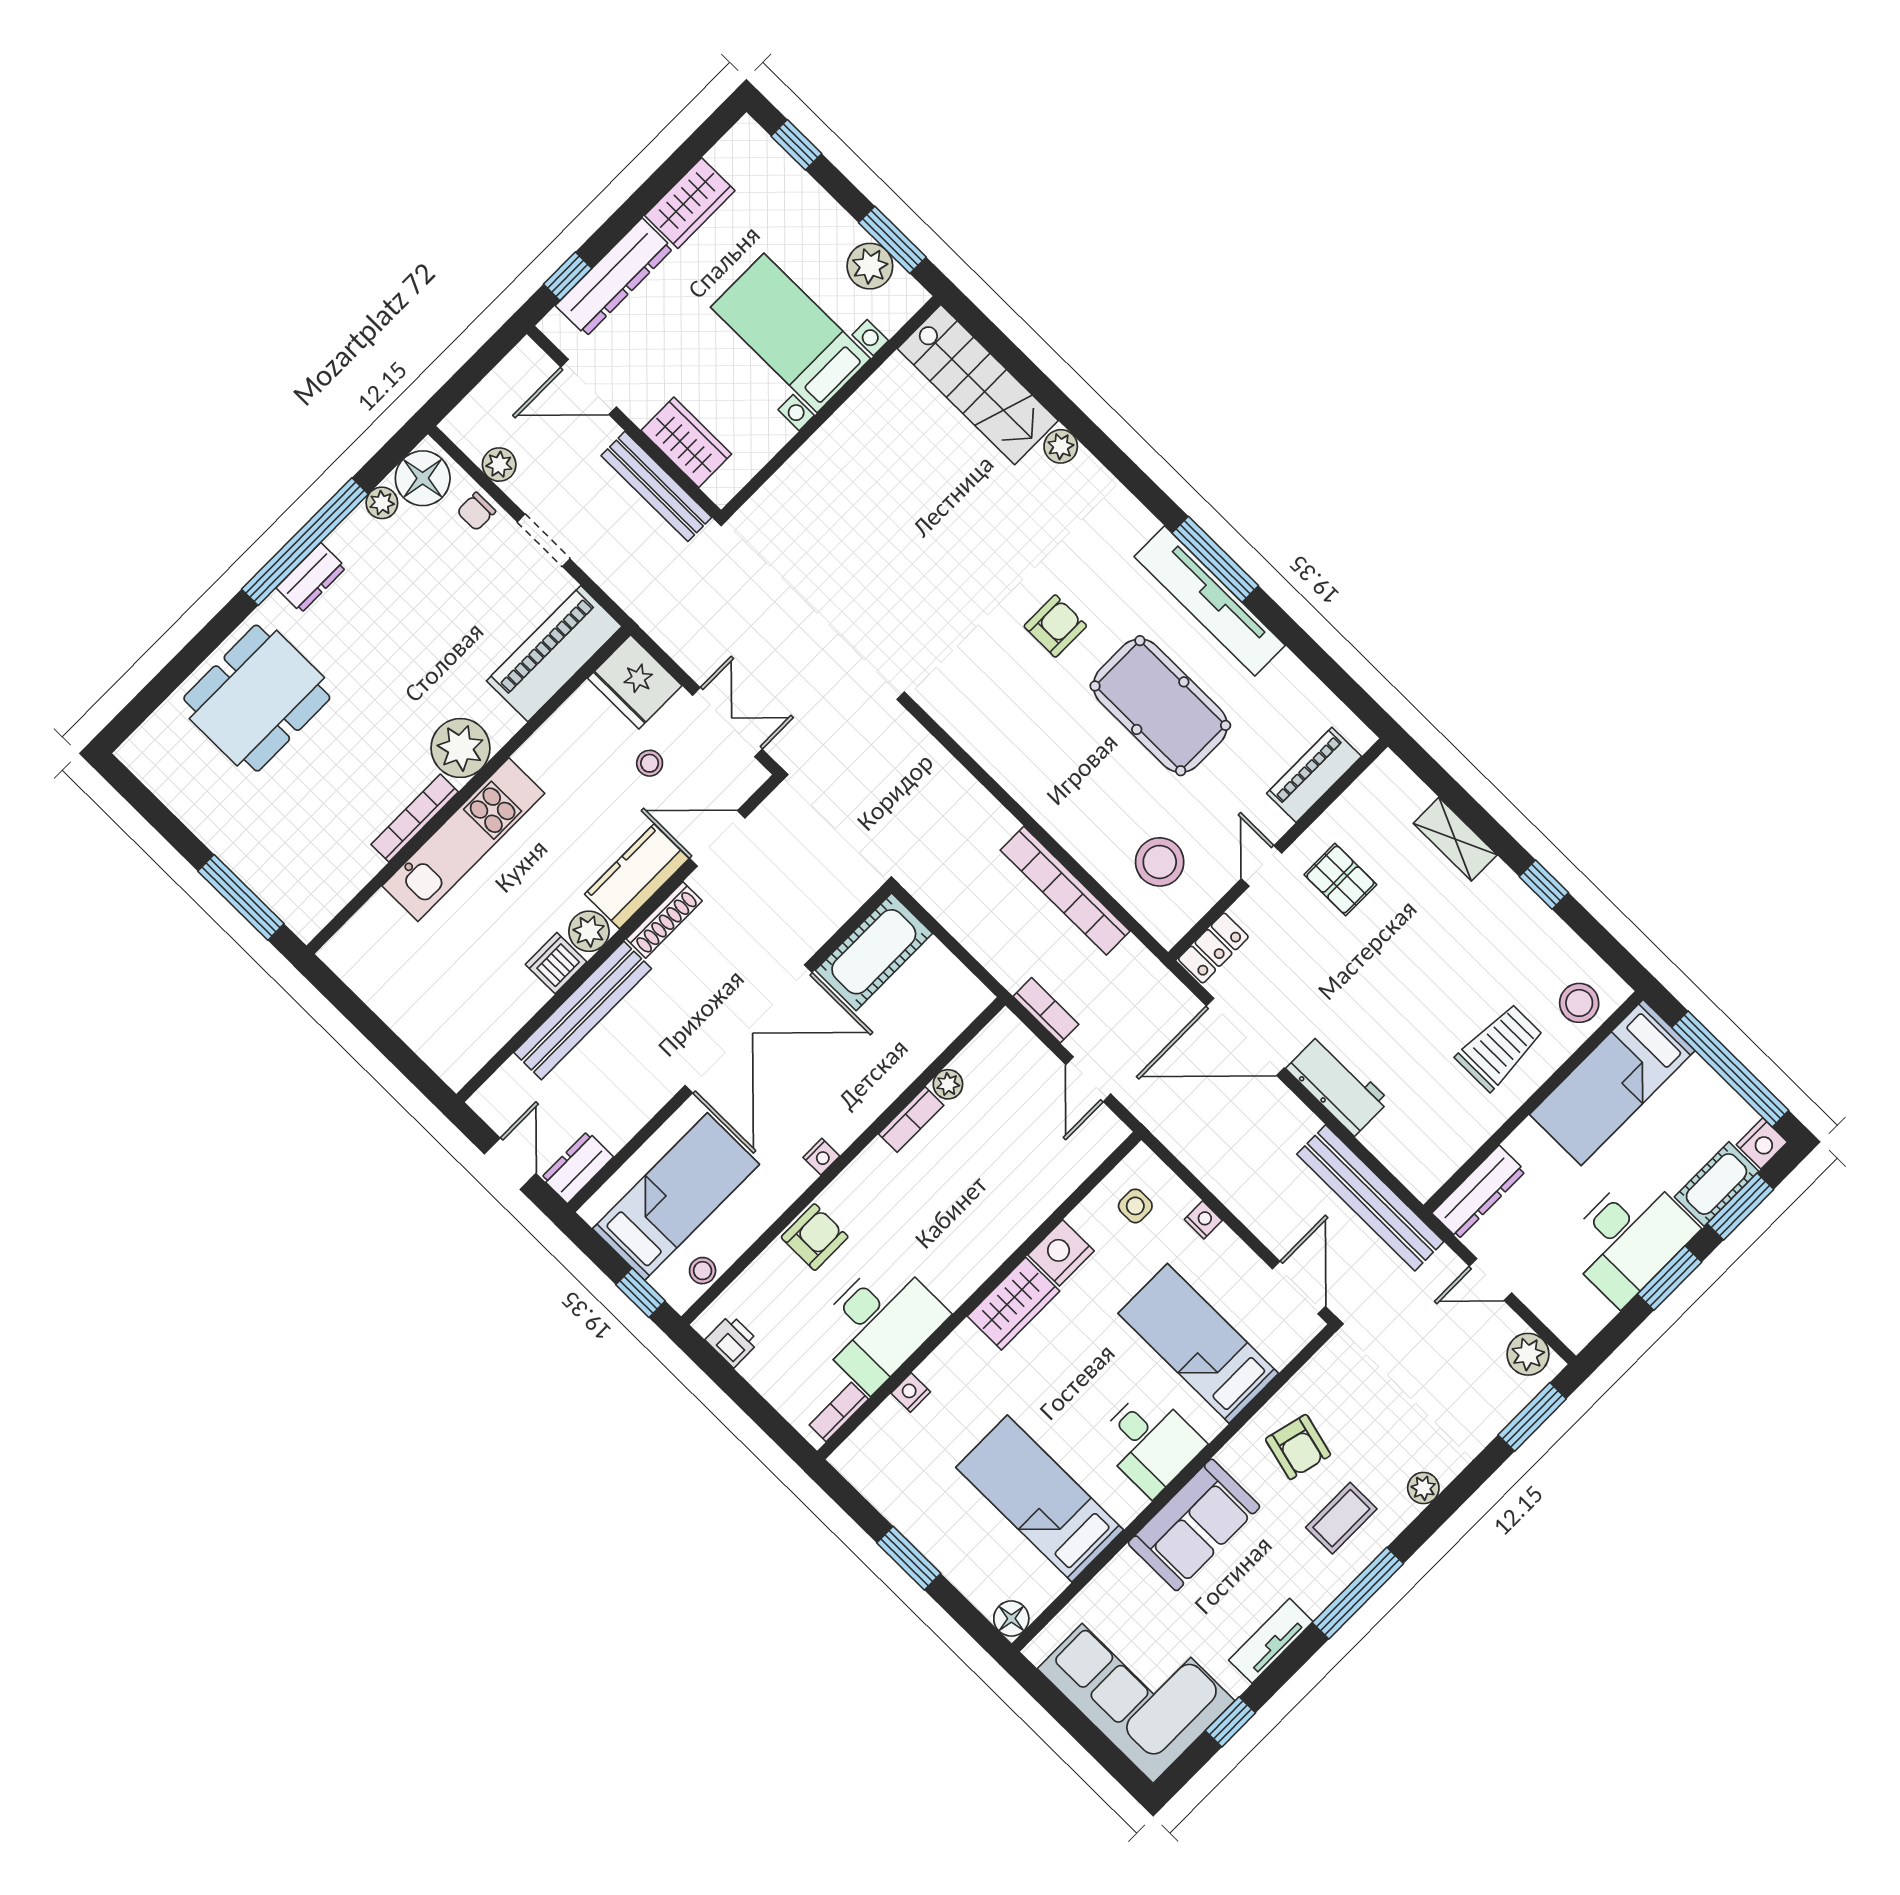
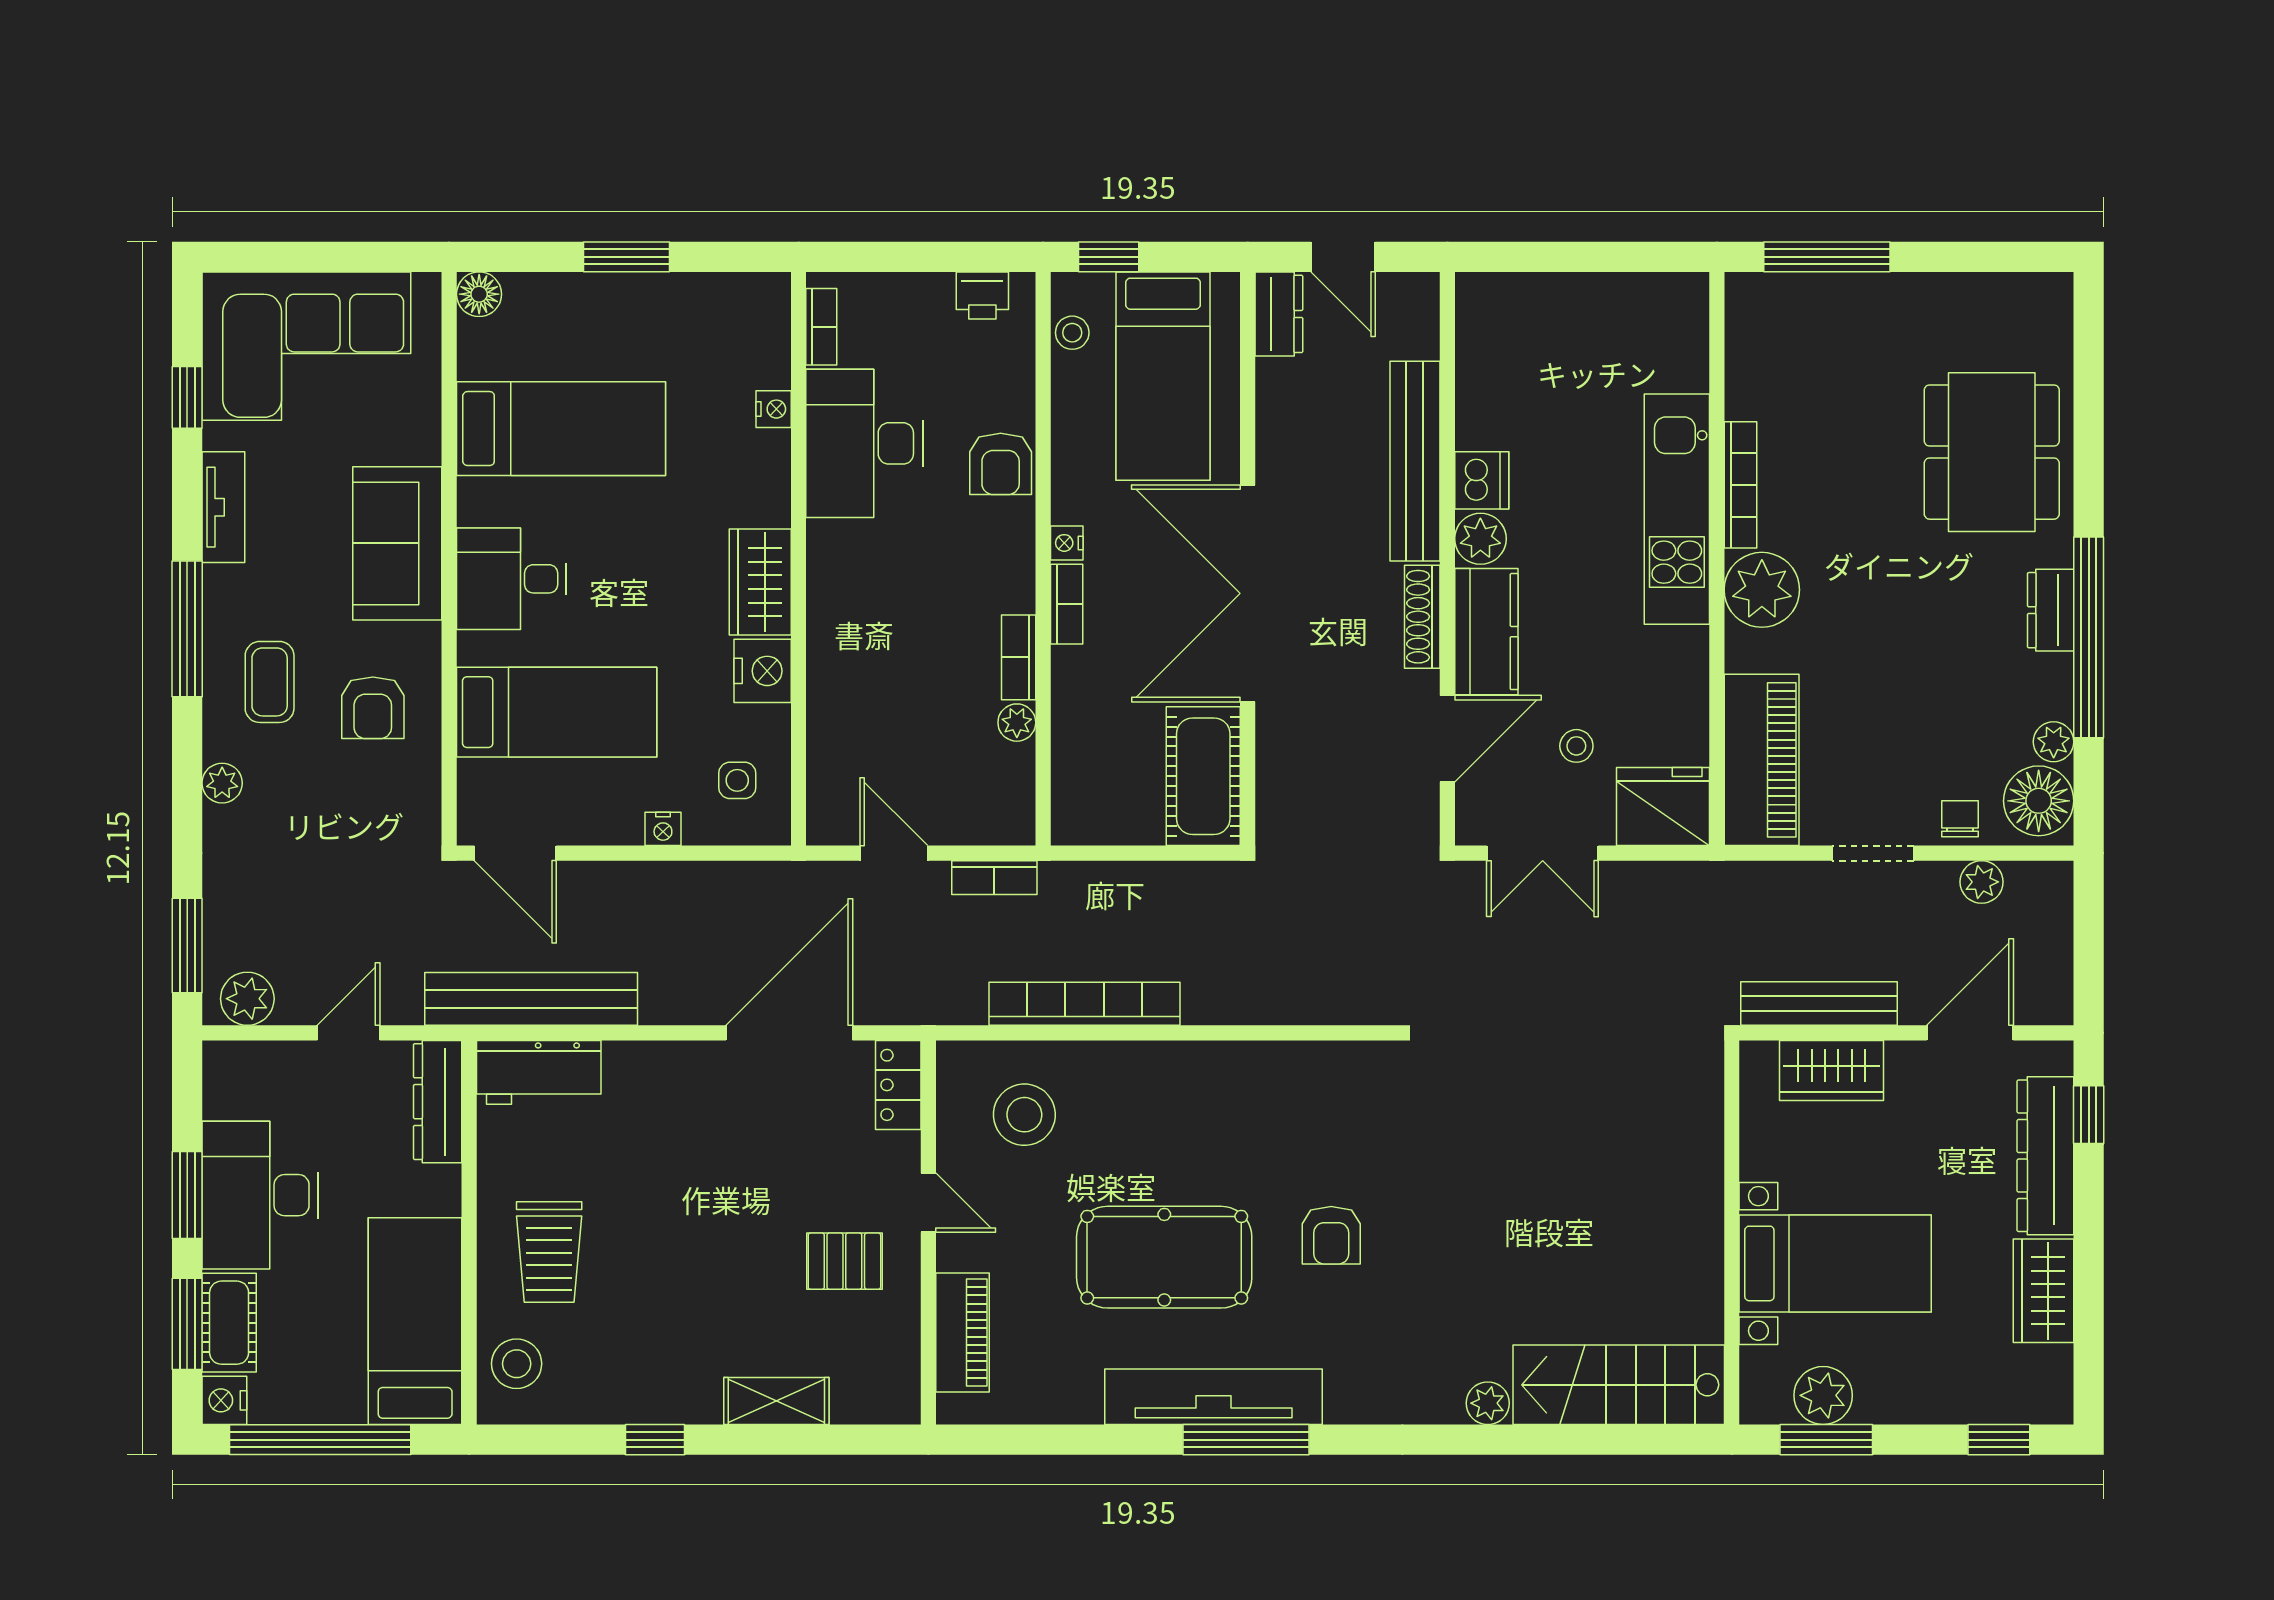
workbench: (1338, 1085) -> (539, 1072), moved
bookcase: (855, 1123) -> (1067, 604), added
armchair: (1298, 1447) -> (373, 708), turned -104

